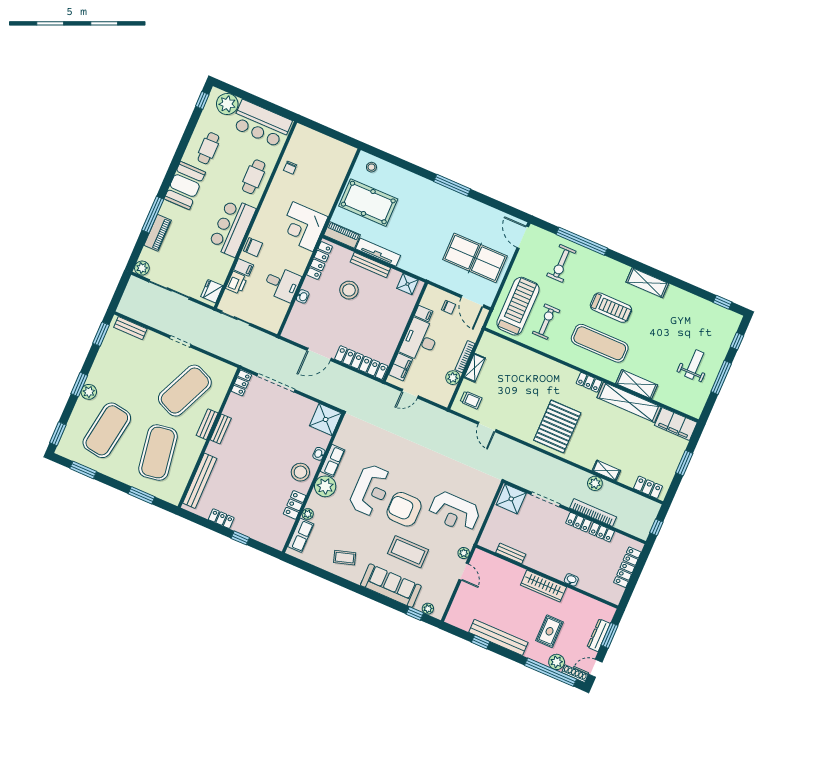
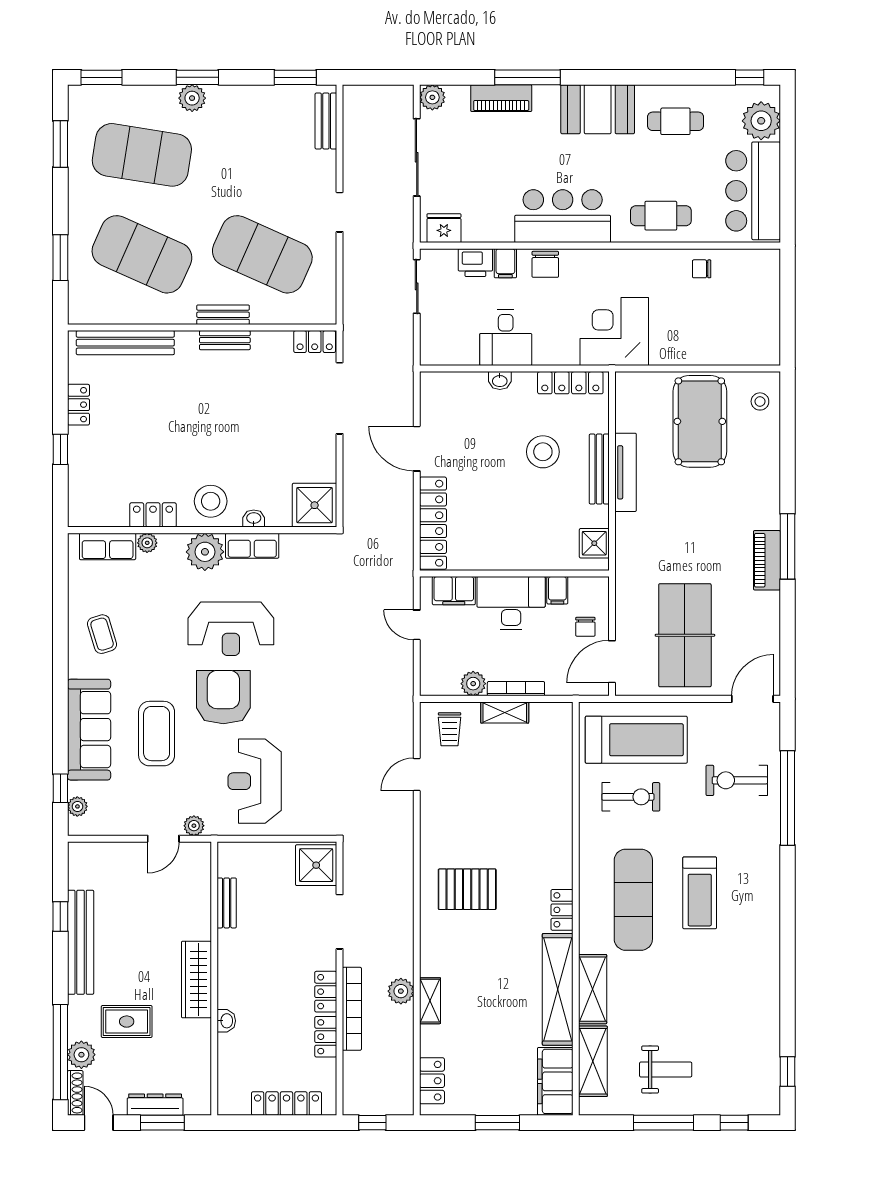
piano: (342, 235) -> (767, 560), moved, turned 180
shelving: (647, 283) -> (593, 1061), moved
pallet: (557, 426) -> (467, 889), width x0.73, depth x0.71
exercise mat: (158, 452) -> (142, 254), turned 33

